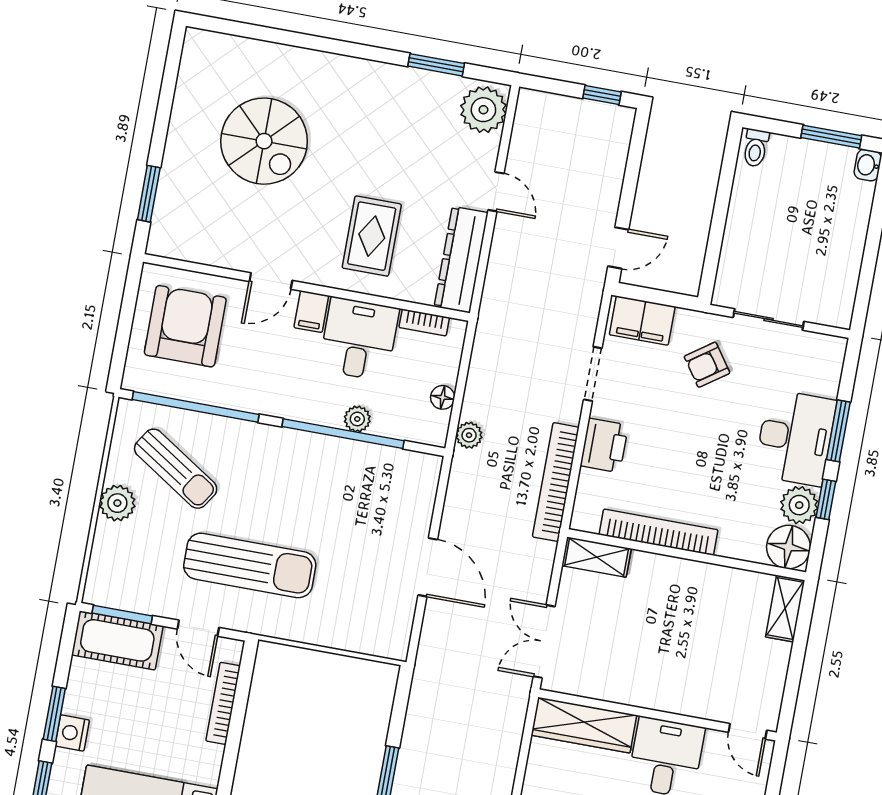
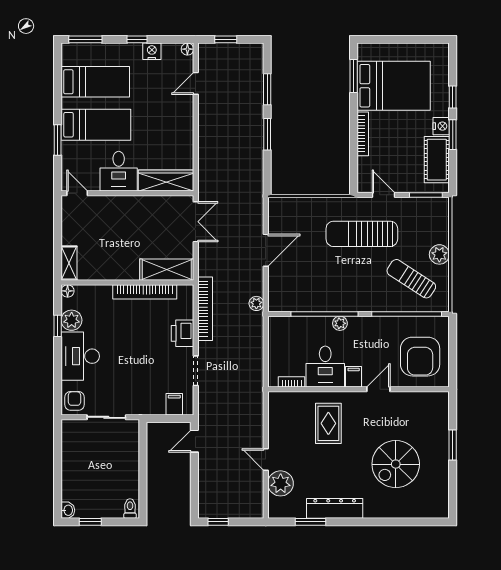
plant: (483, 110) -> (281, 483), moved
window: (831, 137) -> (90, 522), width x0.67
spiral stairs: (264, 141) -> (396, 464), turned -90
window: (149, 194) -> (453, 445), moved
dresser: (461, 260) -> (335, 508), moved, turned -90
filing cabinet: (642, 321) -> (174, 404), width x0.50
armchair: (707, 365) -> (74, 401), moved, turned -55
floor lamp: (443, 397) -> (274, 343), removed
plant: (357, 419) -> (340, 323), moved
window: (838, 431) -> (58, 364), removed
plant: (469, 435) -> (256, 303), moved
floor lamp: (789, 547) -> (68, 291), width x0.53, depth x0.53
shelving: (597, 557) -> (167, 270), width x1.50, depth x1.33
door: (428, 567) -> (266, 250), swing flipped
cot: (117, 640) -> (437, 160), moved, turned 90
bookcase: (223, 703) -> (363, 134), moved

